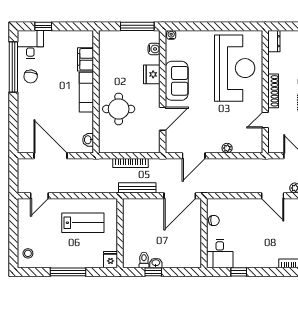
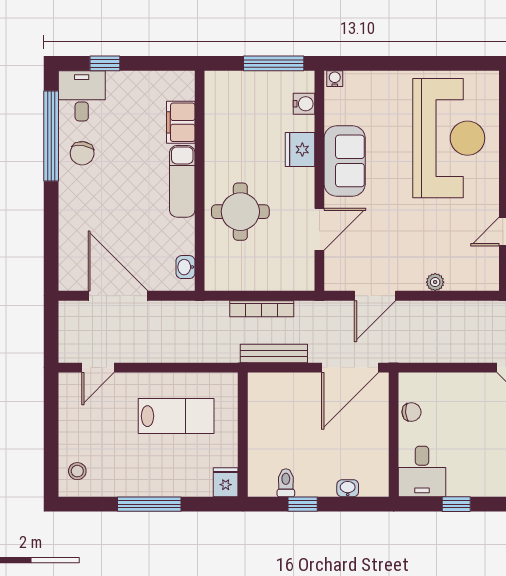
washbasin: (156, 263) -> (348, 488), moved

